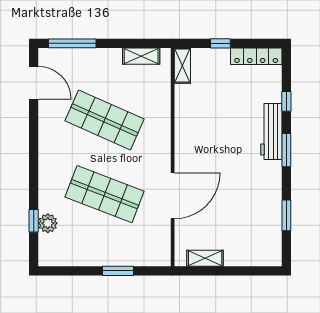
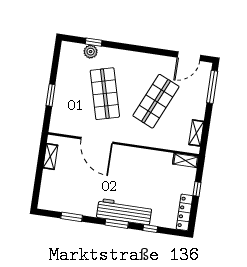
workbench: (271, 132) -> (124, 212), width x1.36, depth x1.32
shop shelf: (104, 194) -> (105, 94), turned -36

